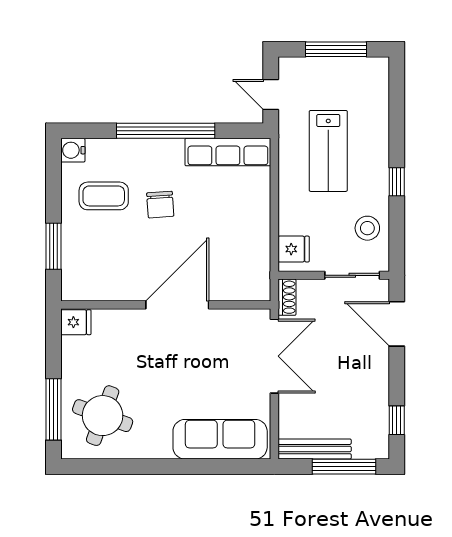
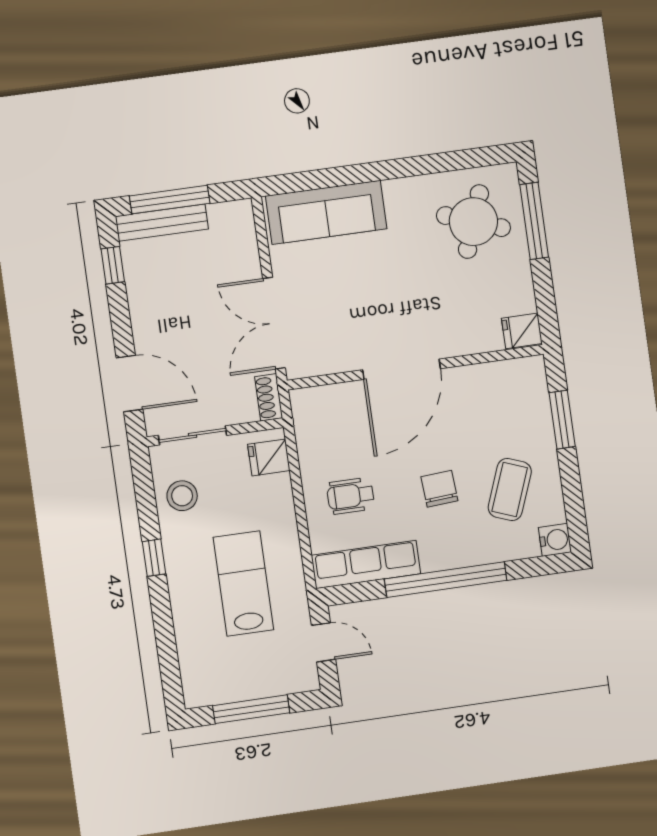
coffee table: (104, 196) -> (510, 489), turned -69
wheelchair: (233, 209) -> (351, 496), added
bench: (315, 449) -> (162, 223), moved

